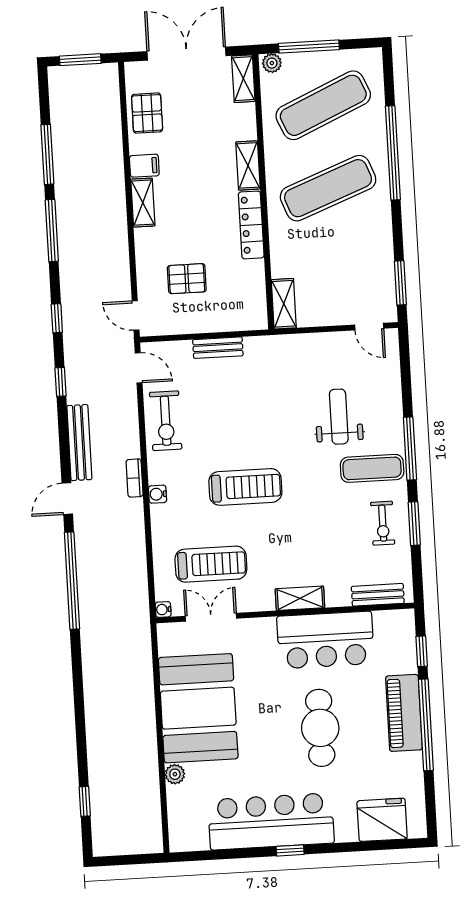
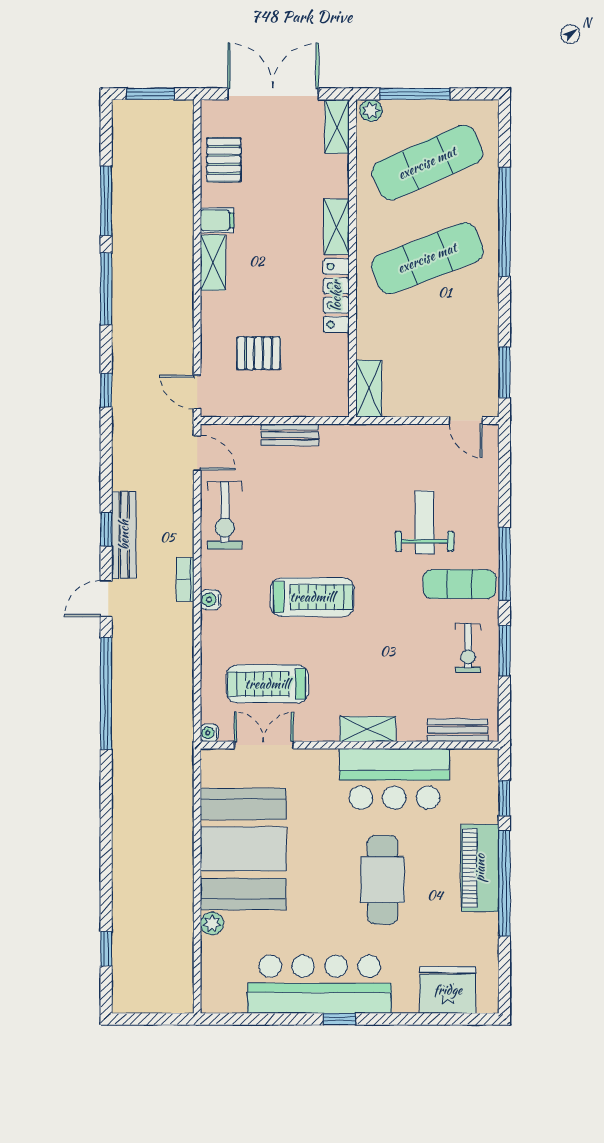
window: (61, 382) -> (106, 529), moved
treadmill: (211, 564) -> (267, 684), turned 180

